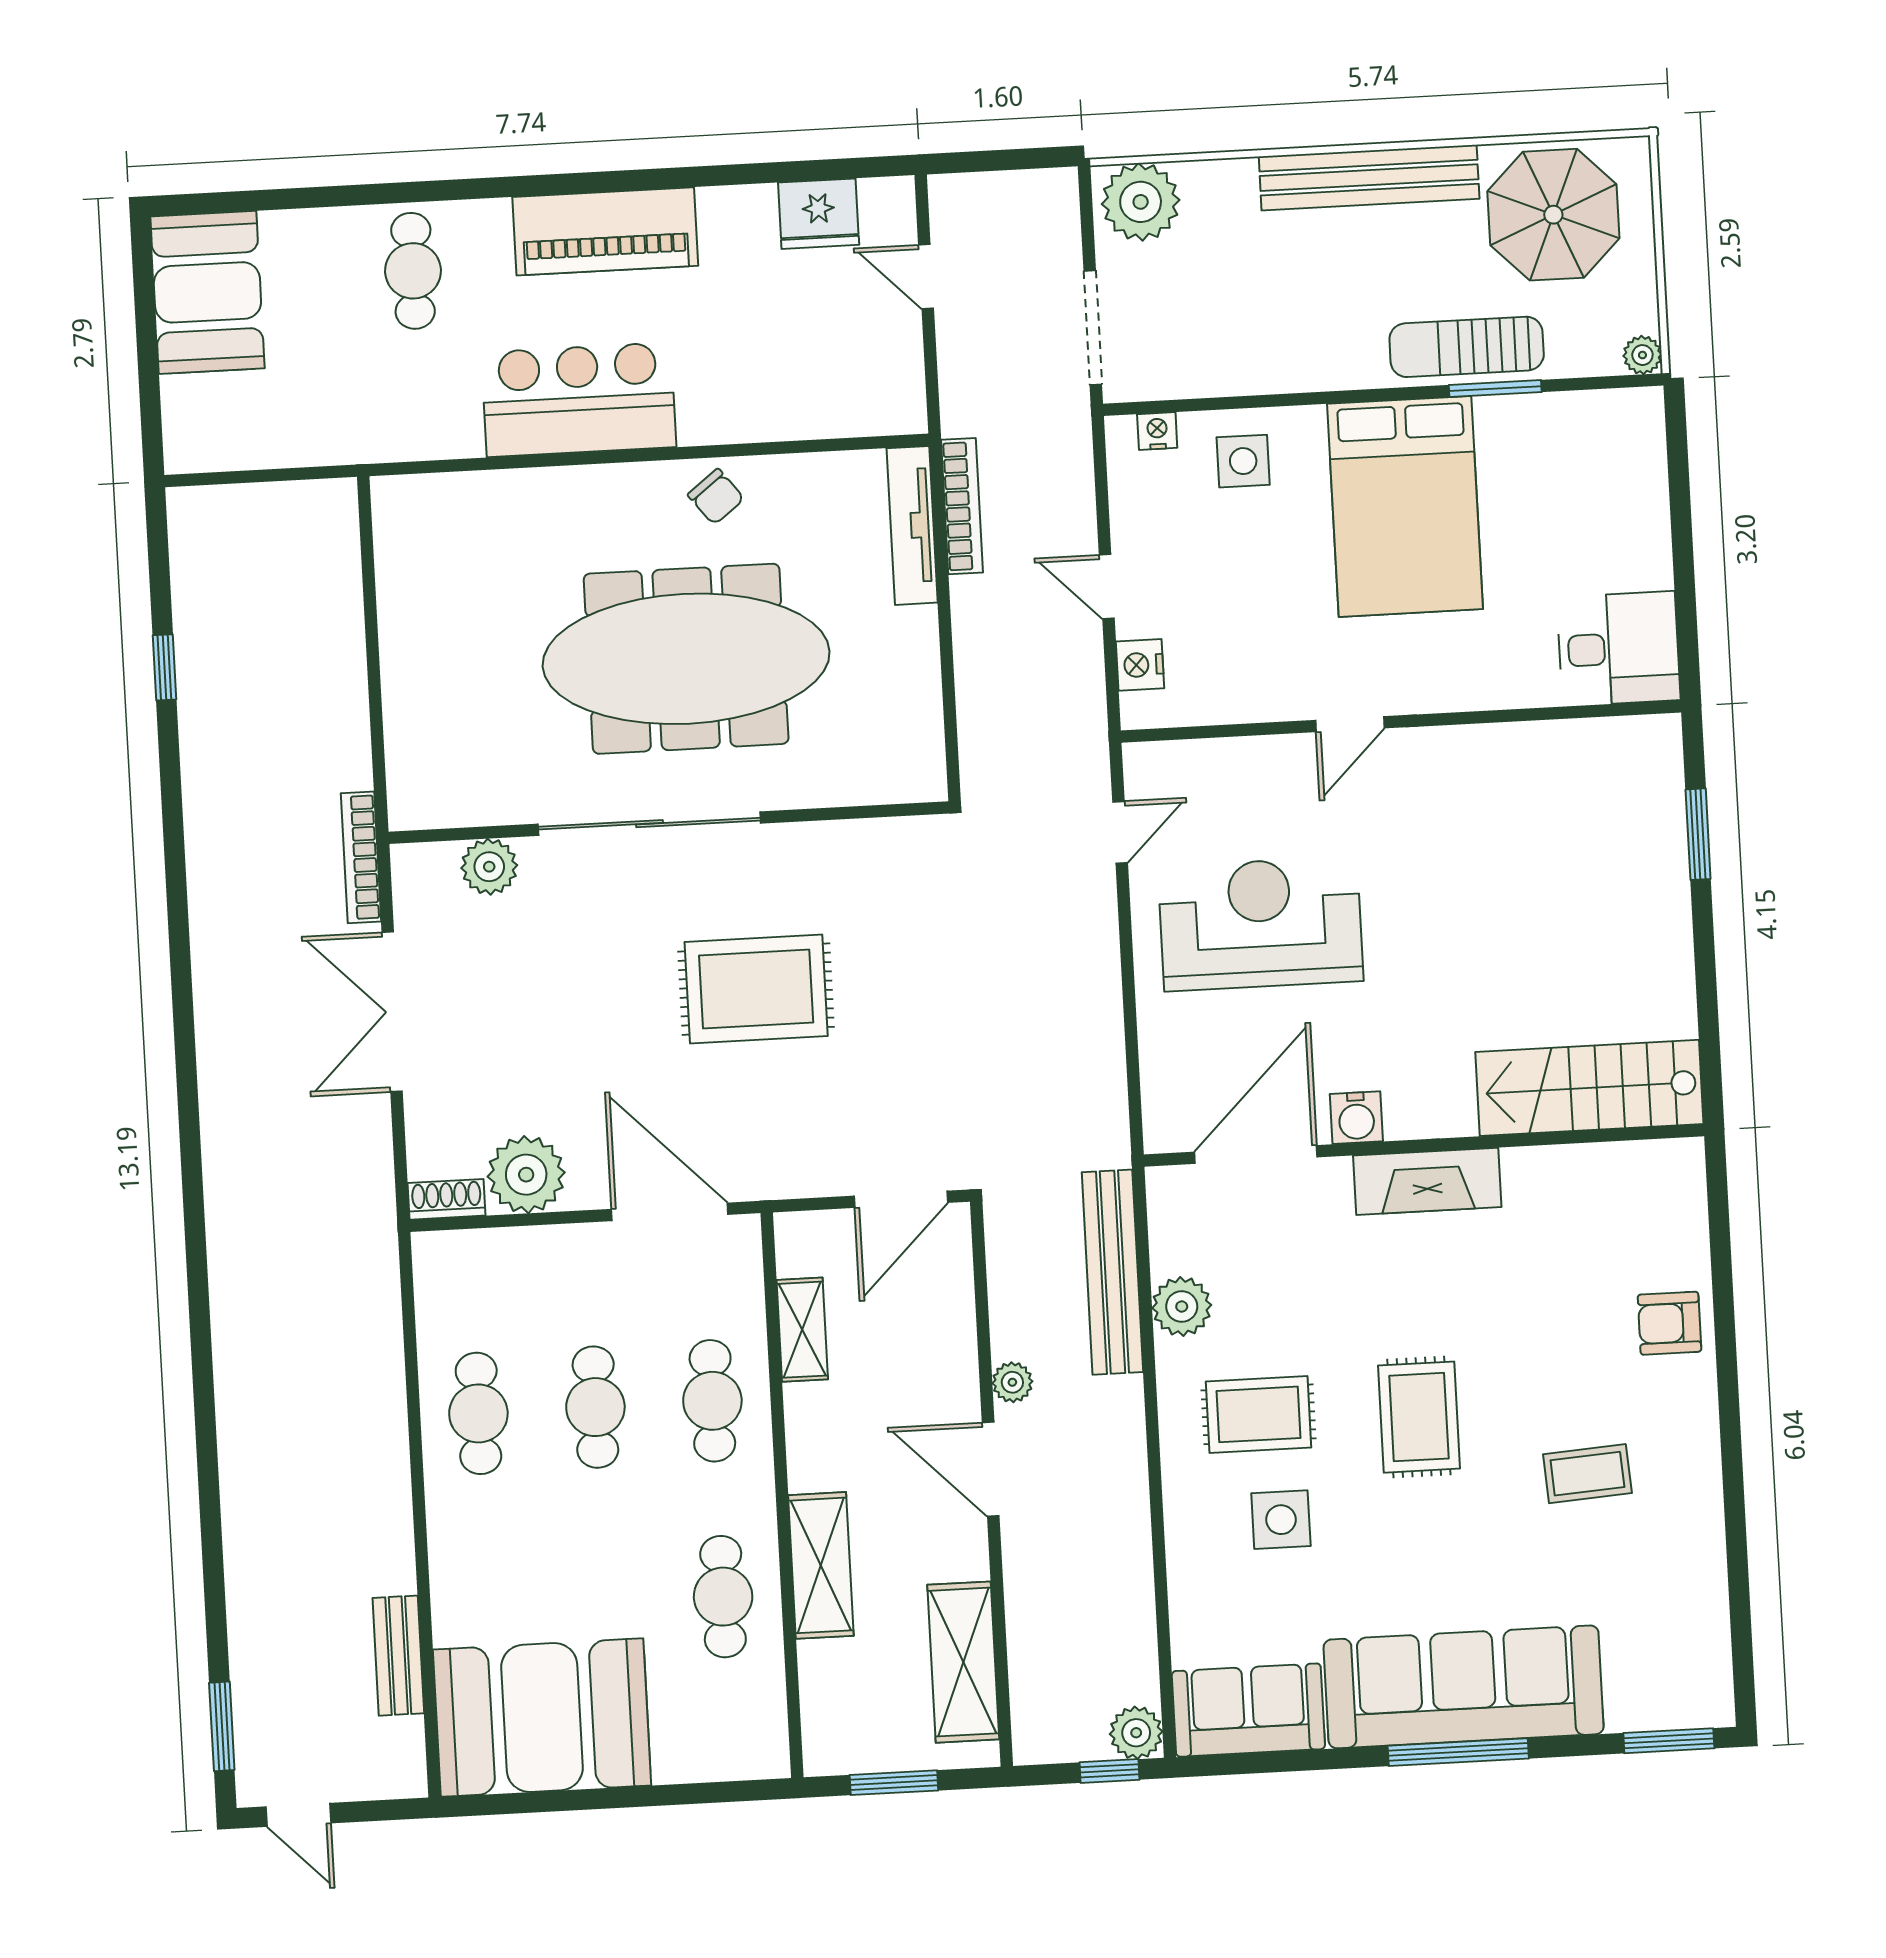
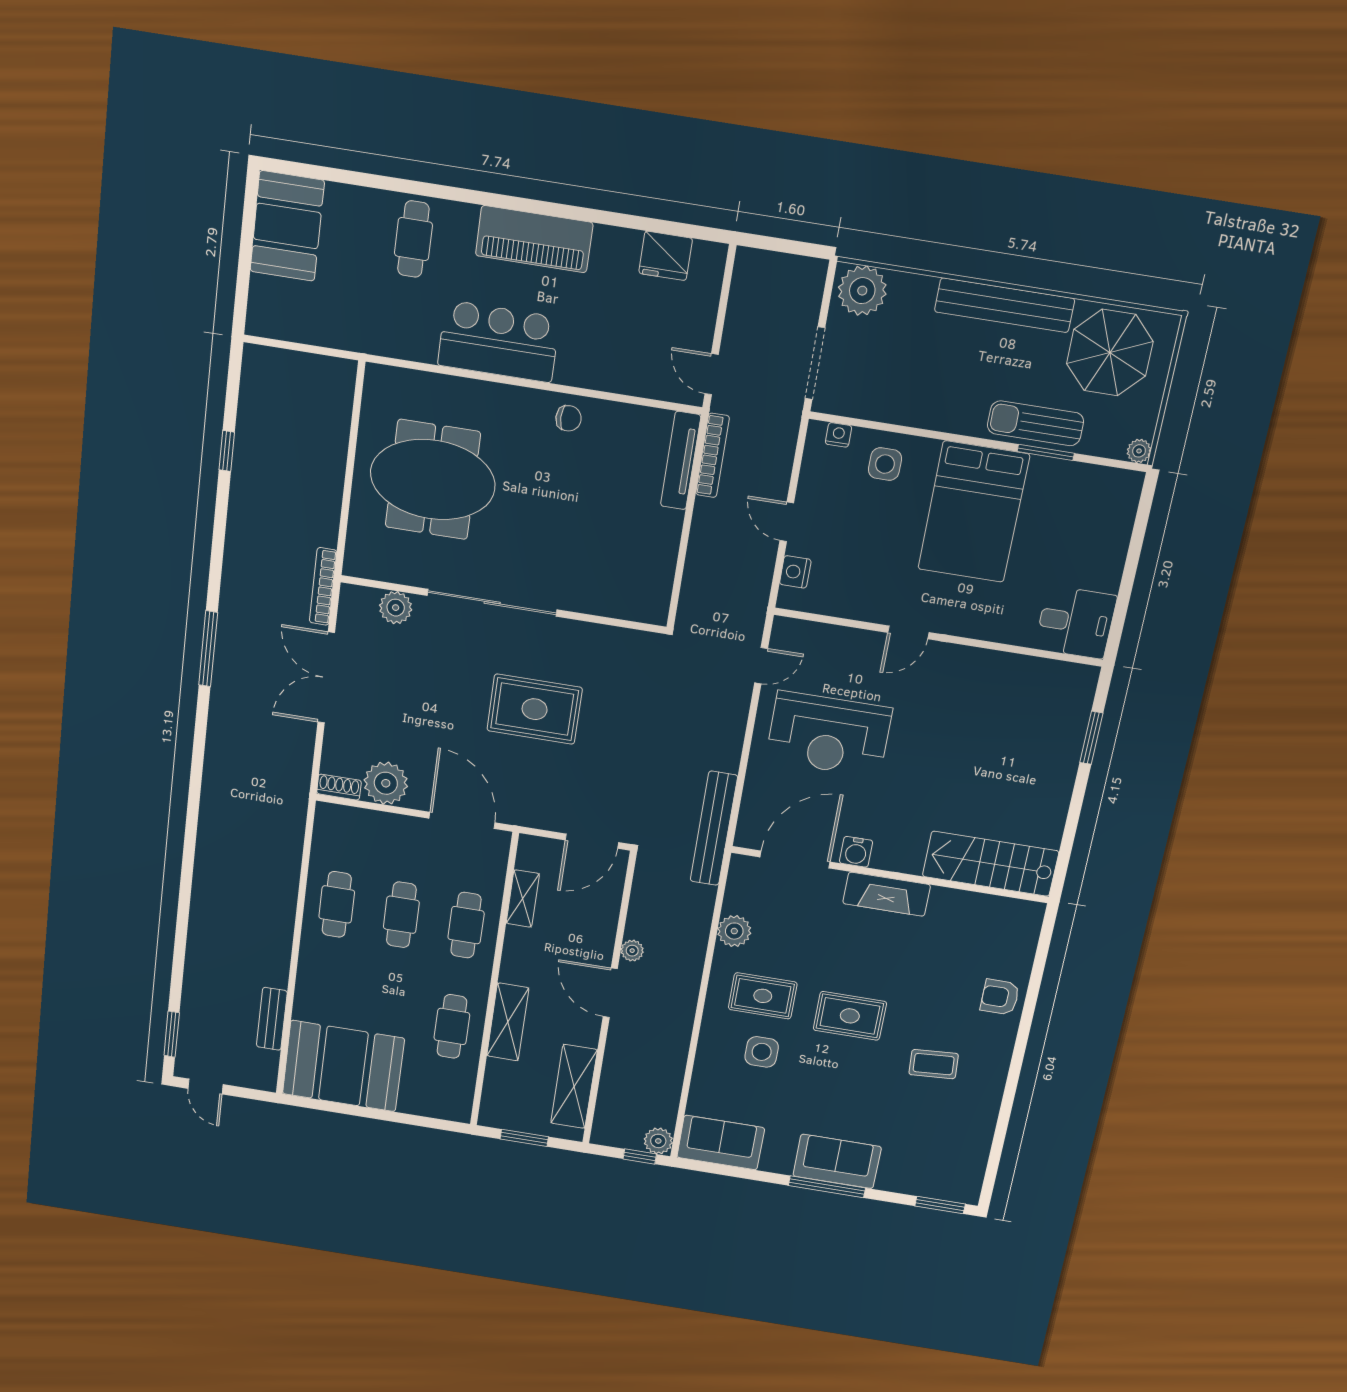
door: (926, 277) -> (712, 374), moved
chair: (716, 497) -> (569, 418), turned -52
meeting table: (686, 659) -> (433, 480), moved, width x0.73
reception desk: (1261, 924) -> (829, 734), turned 180
window: (183, 1006) -> (208, 649), added
bench: (1112, 1272) -> (714, 828), moved
rug: (1419, 1417) -> (850, 1016), turned 90
sofa: (1464, 1687) -> (837, 1161), width x0.54, depth x0.79

